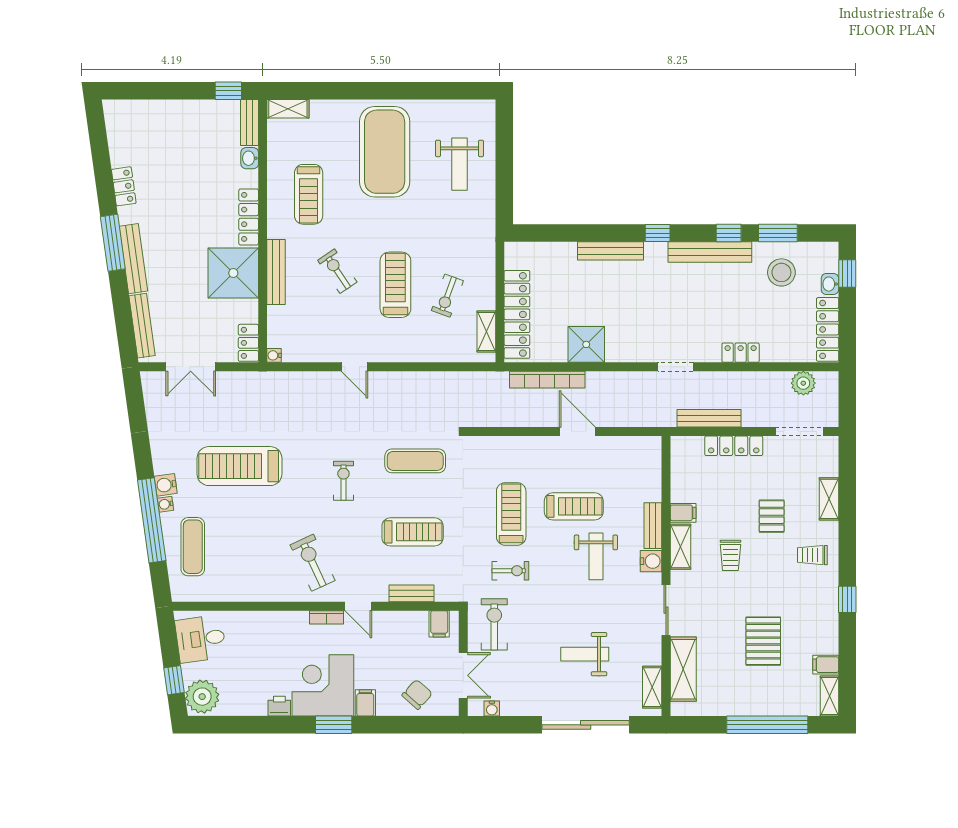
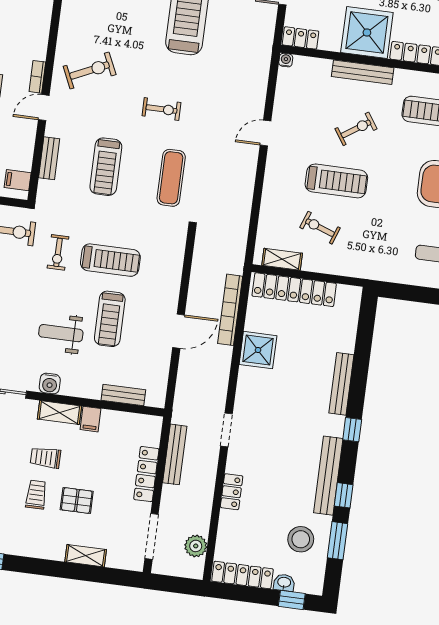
bench: (653, 526) -> (123, 395), moved
trolley: (812, 555) -> (36, 495), moved

